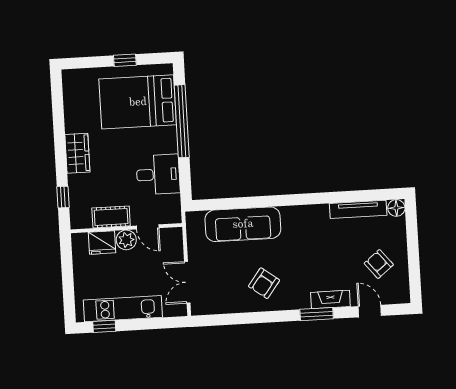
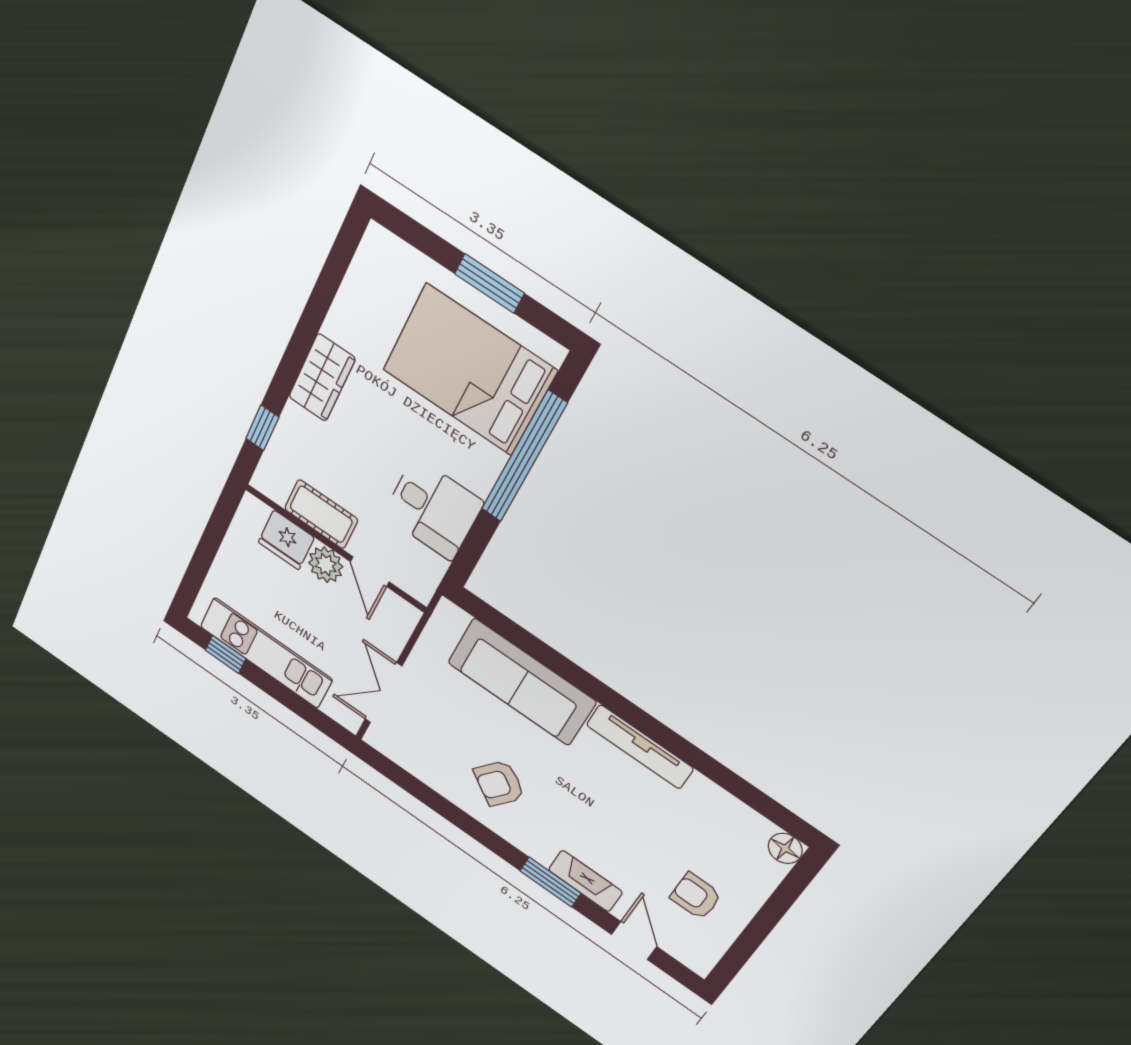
window: (125, 60) -> (489, 283), width x1.50
tv unit: (358, 209) -> (640, 747), moved
armchair: (379, 264) -> (696, 896), turned -51

